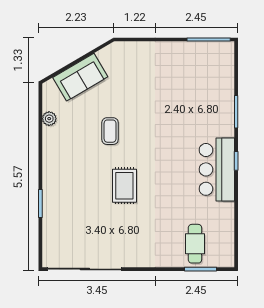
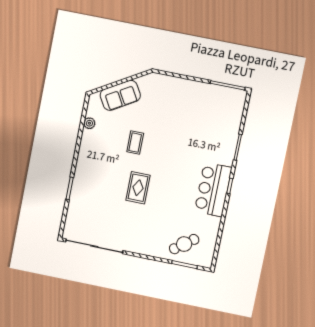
cafe table: (195, 244) -> (184, 244), turned 53

